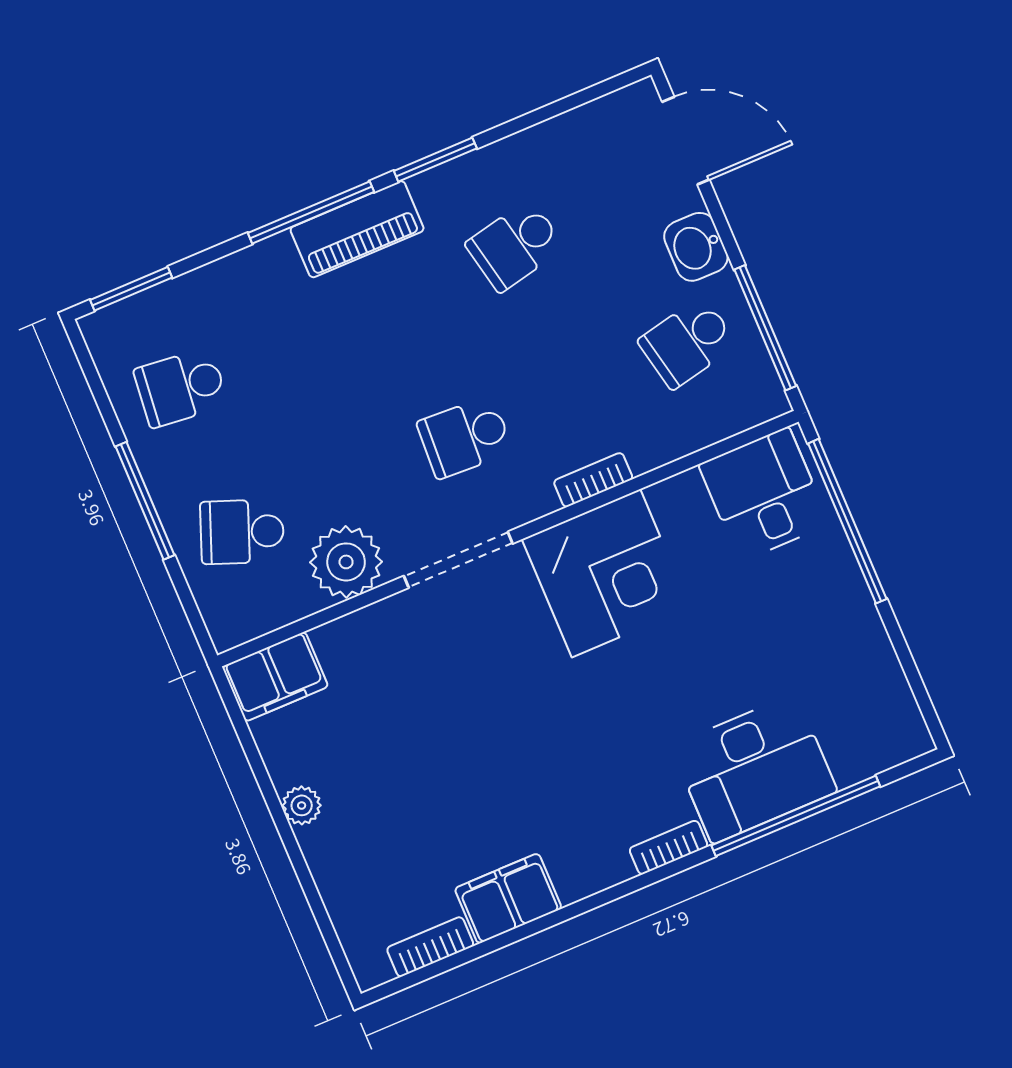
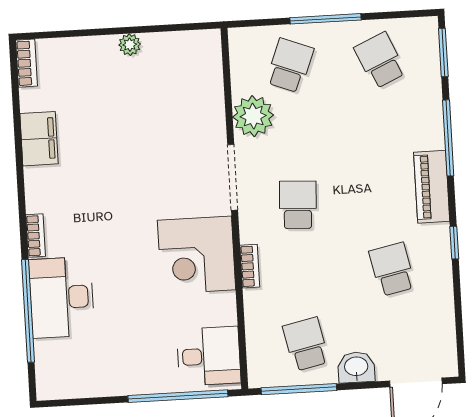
window: (435, 160) -> (454, 243), width x0.67
window: (311, 212) -> (448, 138), moved
school desk: (181, 387) -> (380, 60), turned -30
filing cabinet: (275, 677) -> (205, 55), removed
bookcase: (430, 947) -> (27, 63), moved

